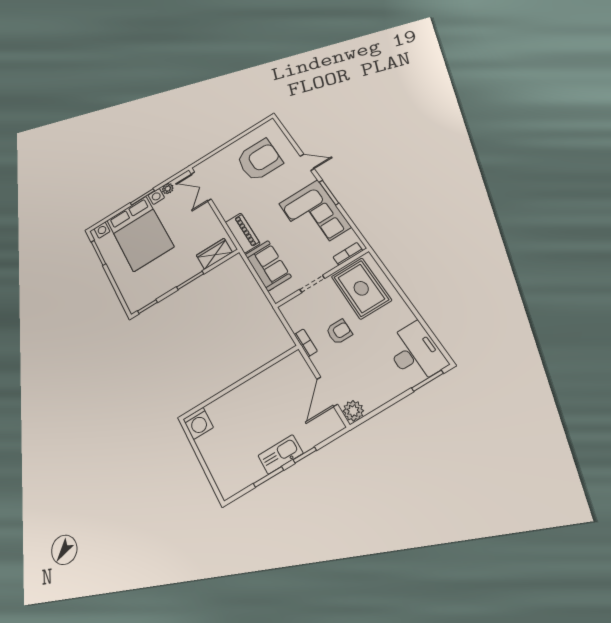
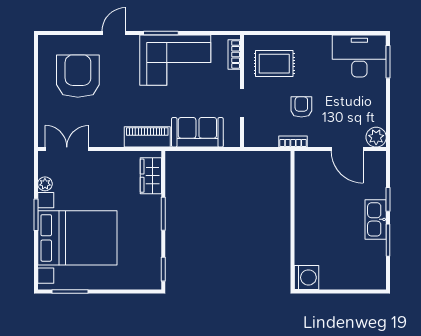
double door: (201, 186) -> (67, 149), swing flipped
rug: (361, 288) -> (274, 64), width x0.73, depth x0.70

